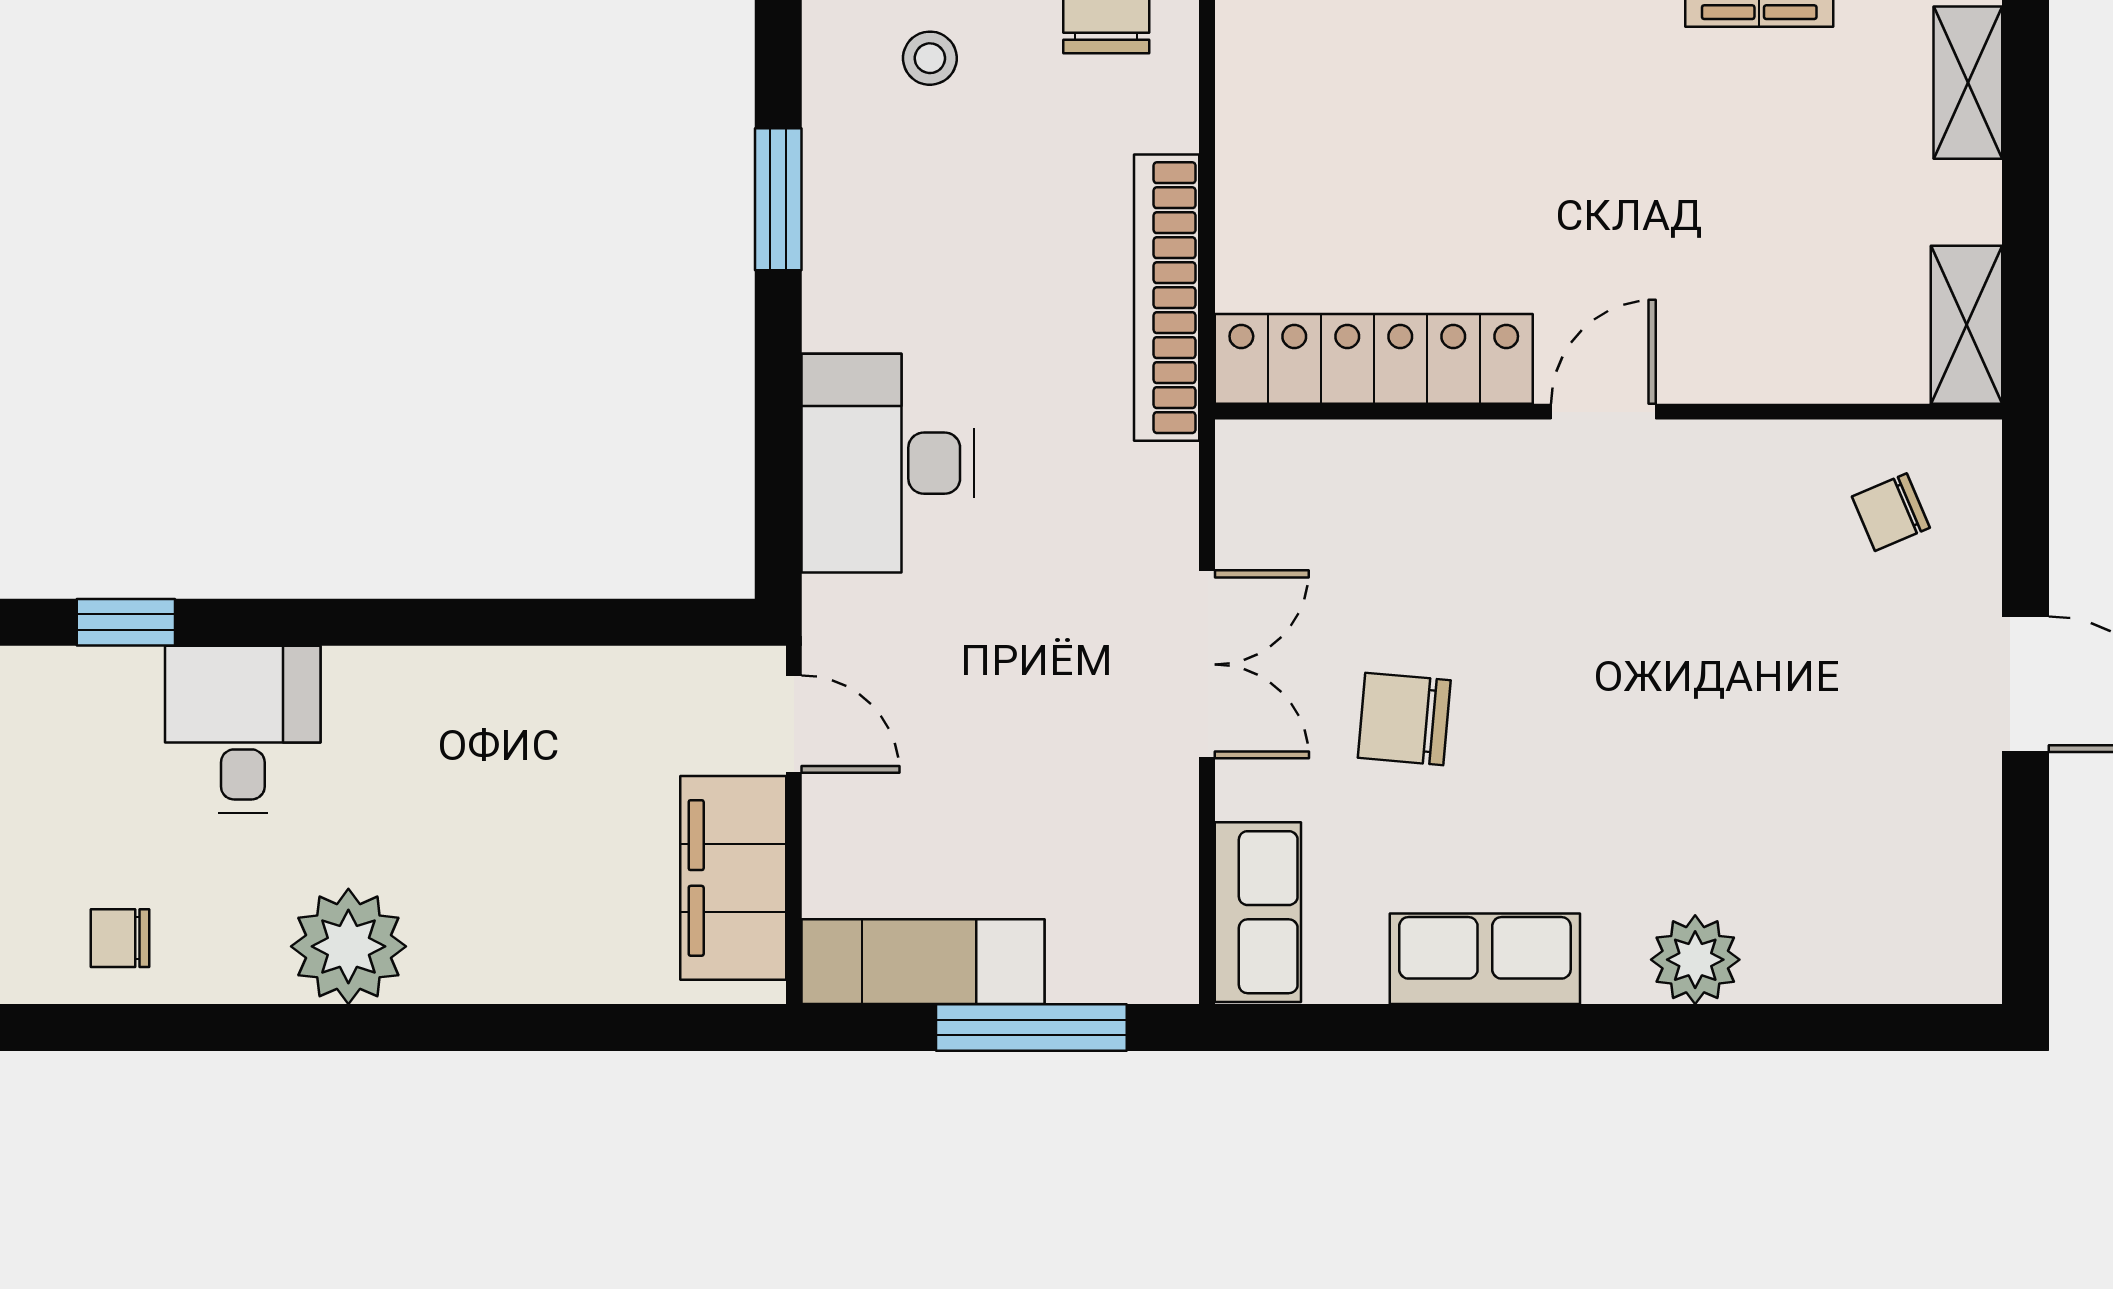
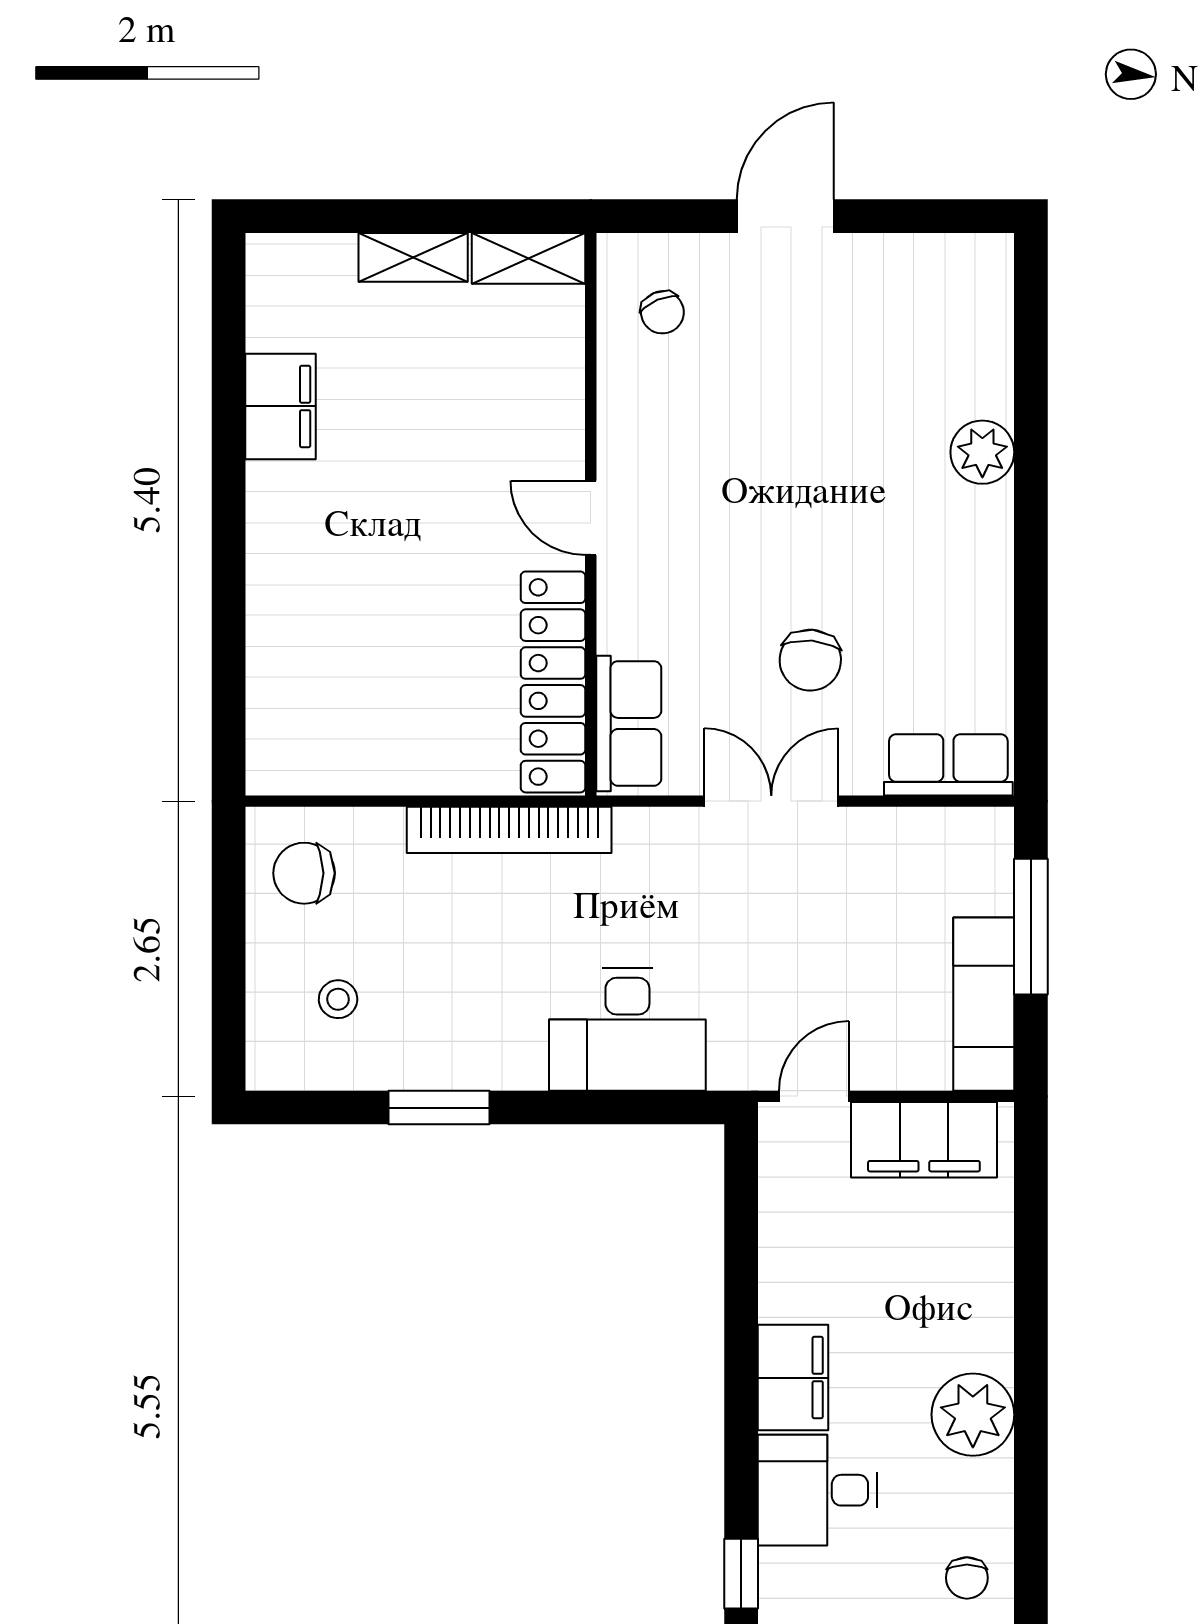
shelving: (1968, 83) -> (413, 257), moved
filing cabinet: (401, 695) -> (793, 1378), added
row of seats: (1485, 959) -> (629, 723), moved, turned 180

